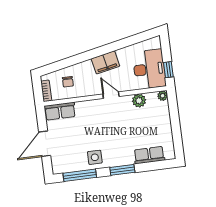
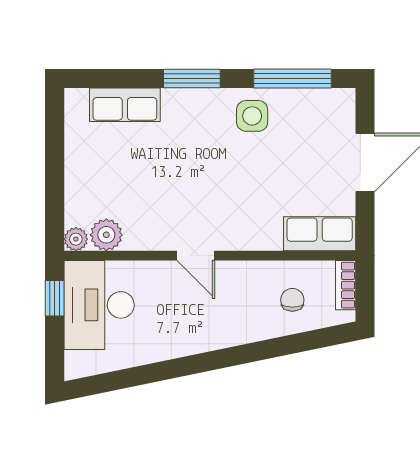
filing cabinet: (105, 62) -> (199, 334), removed
plant: (139, 101) -> (106, 235), moved

